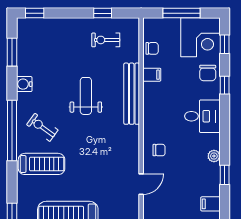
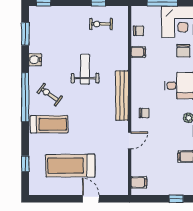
bench: (132, 94) -> (122, 96), moved

